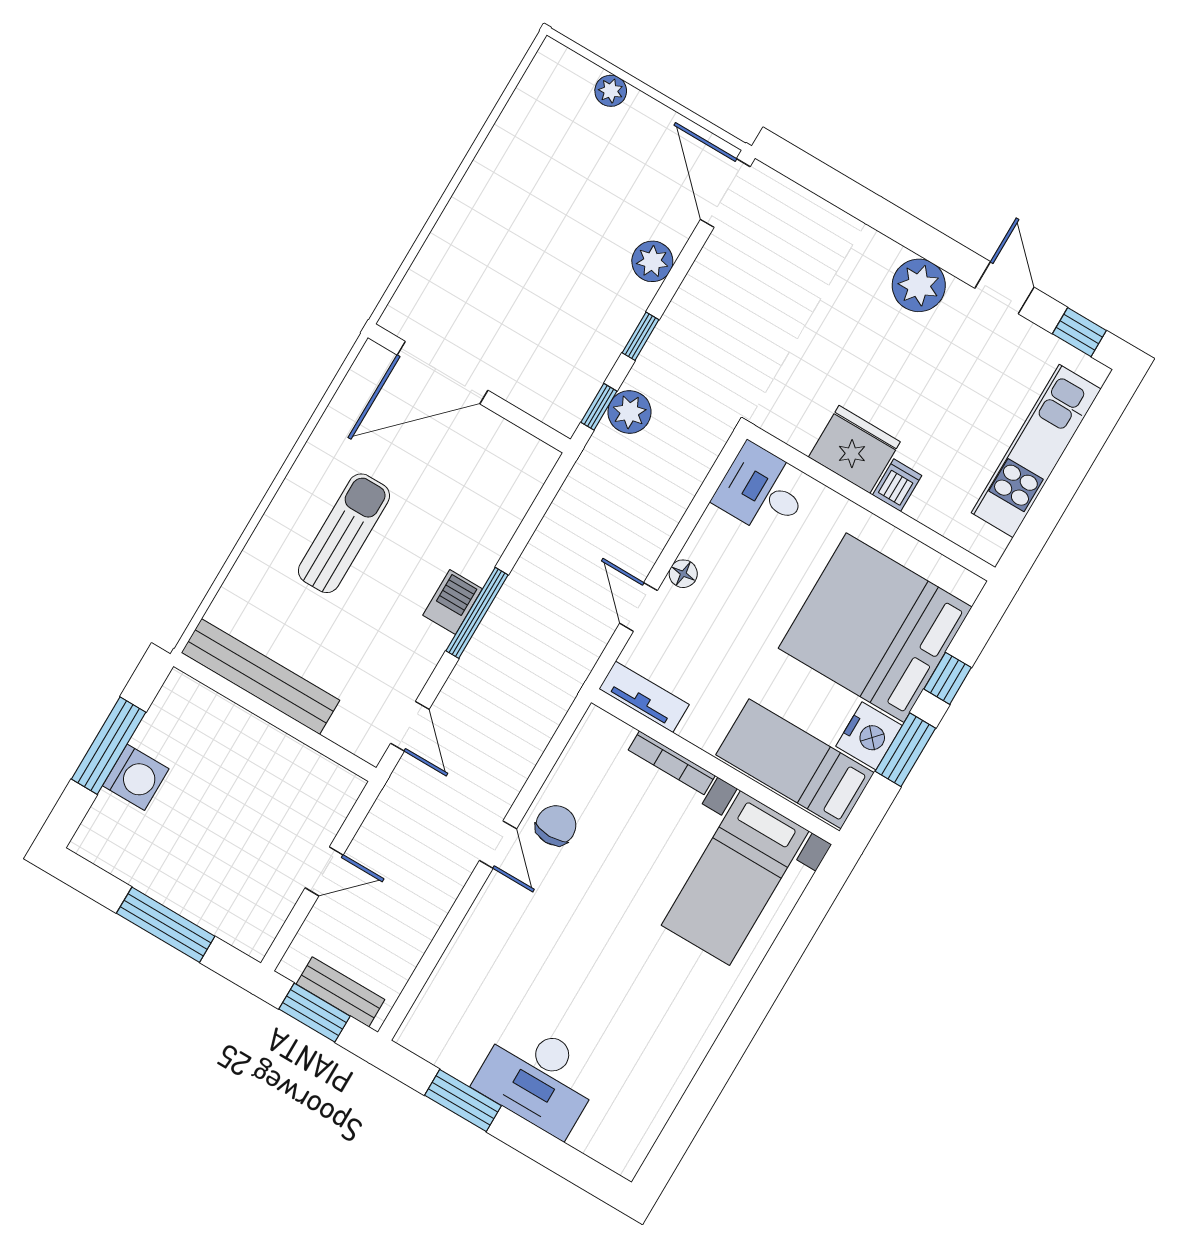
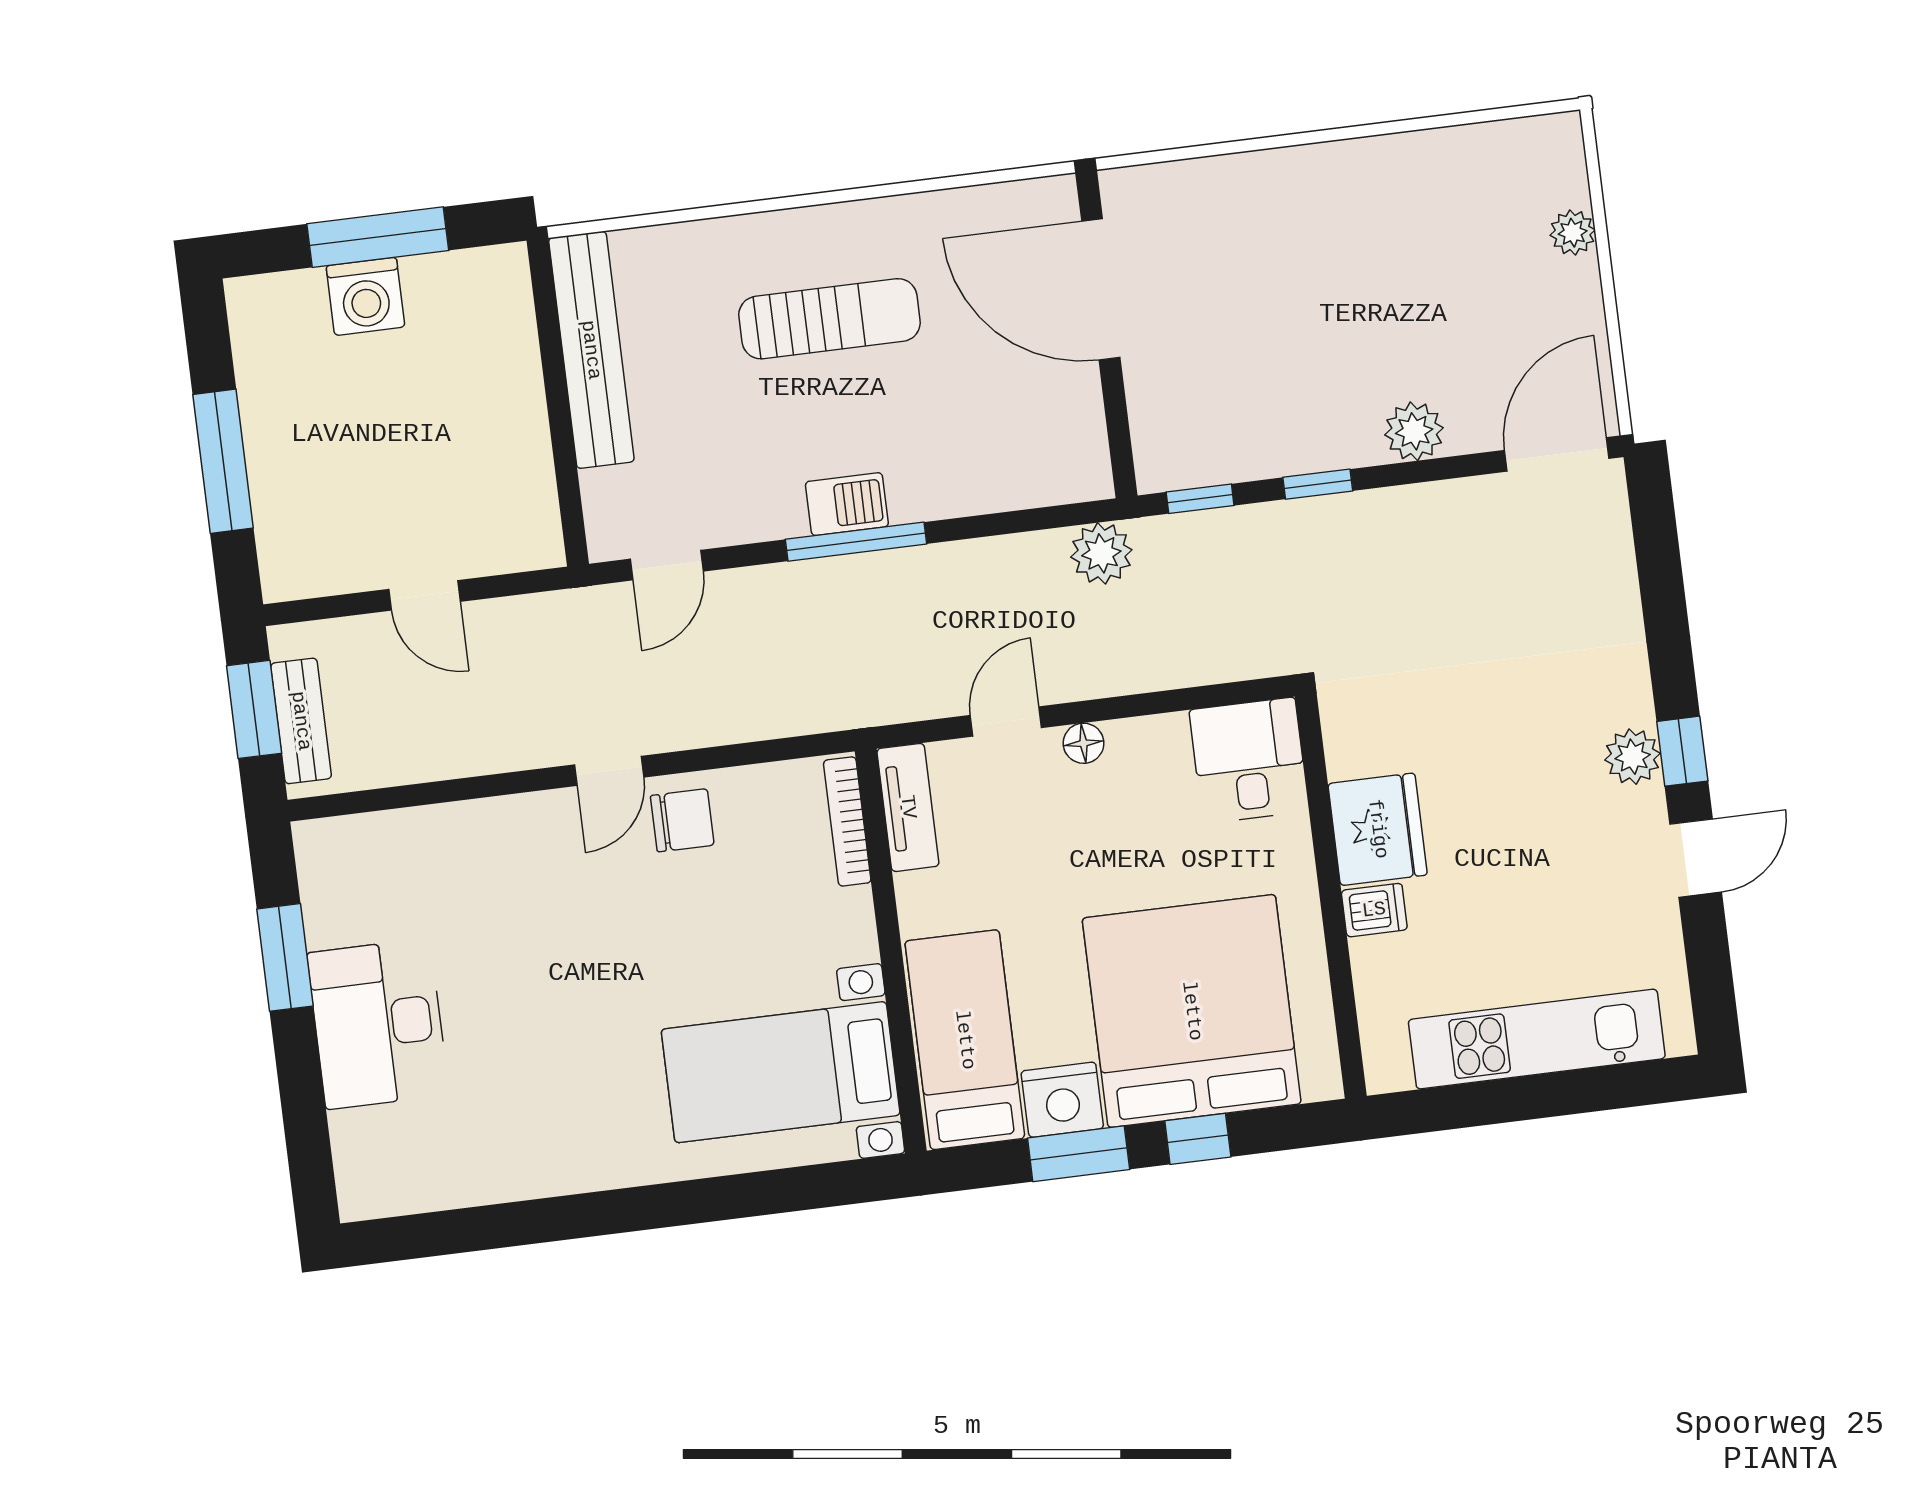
plant: (919, 285) -> (1633, 757), width x0.73, depth x0.73
window: (1079, 332) -> (1682, 751), moved
plant: (629, 412) -> (1101, 553), moved
bookcase: (672, 763) -> (847, 821), moved

